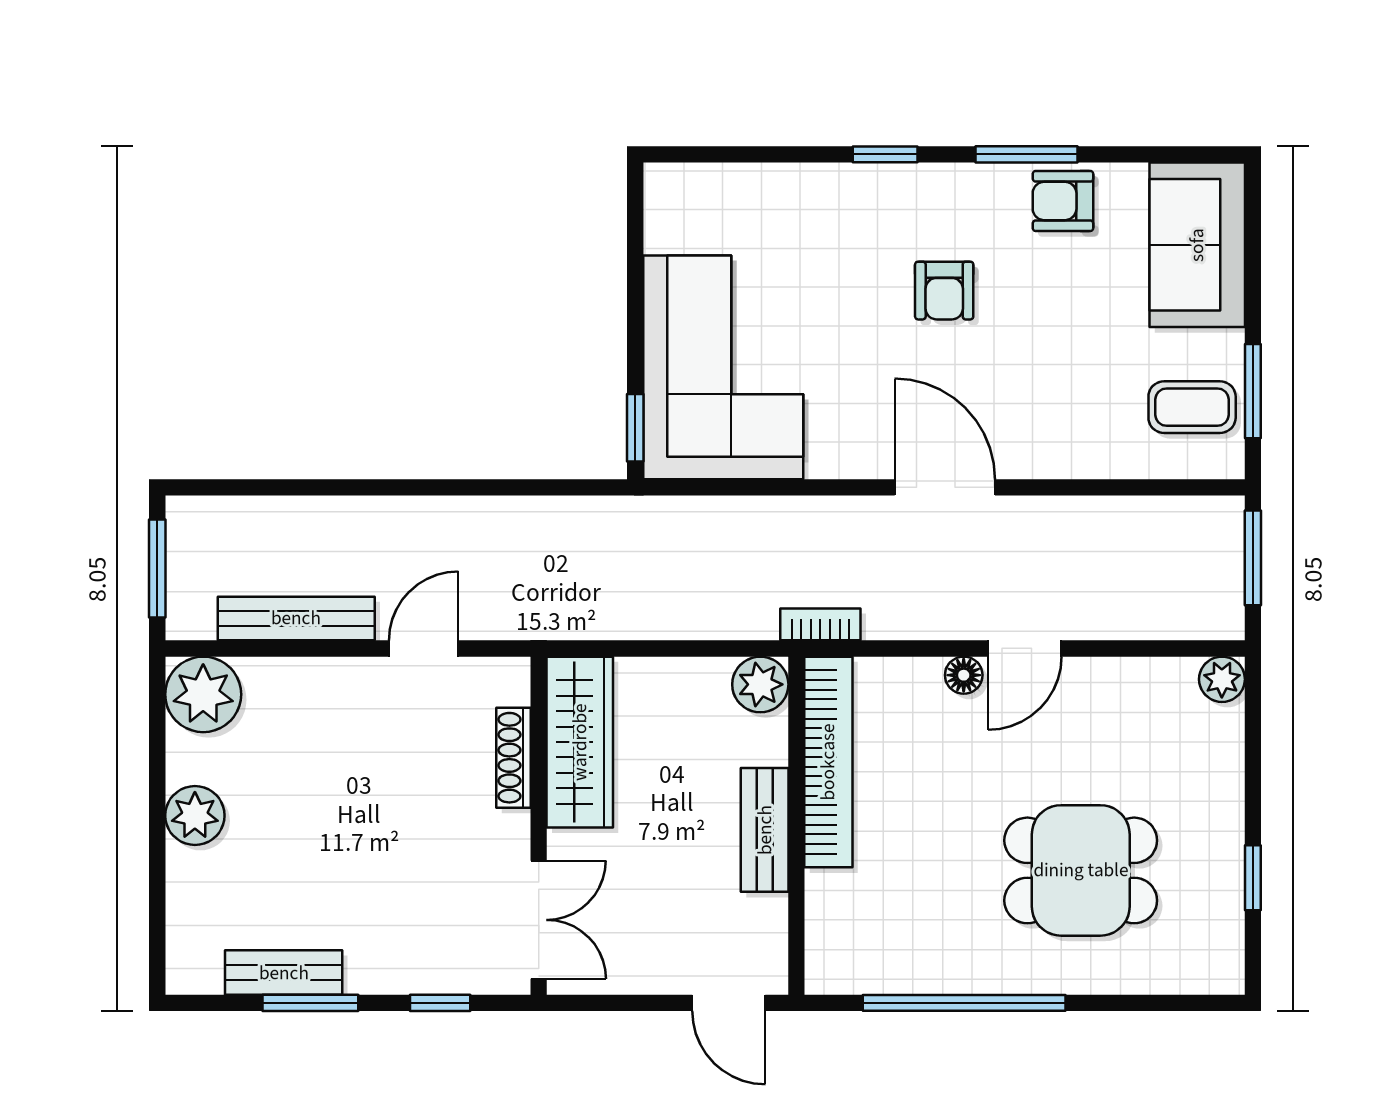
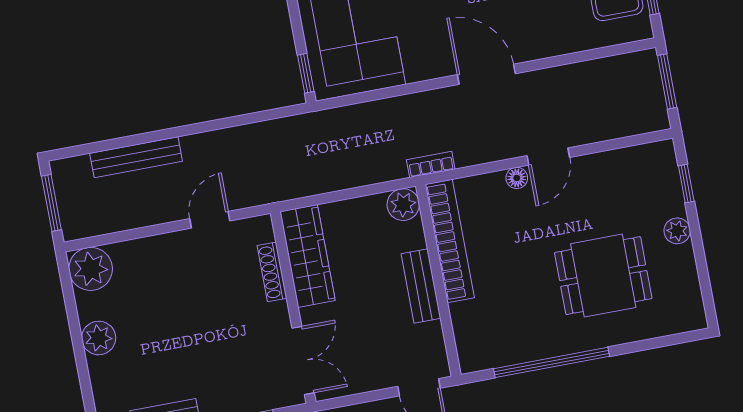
bench: (296, 618) -> (136, 157), moved
plant: (1222, 679) -> (677, 231), moved
window: (1253, 878) -> (686, 184), moved

